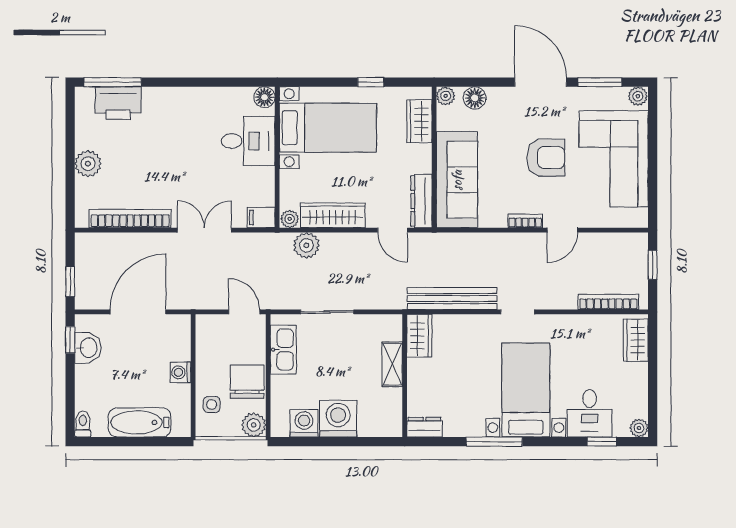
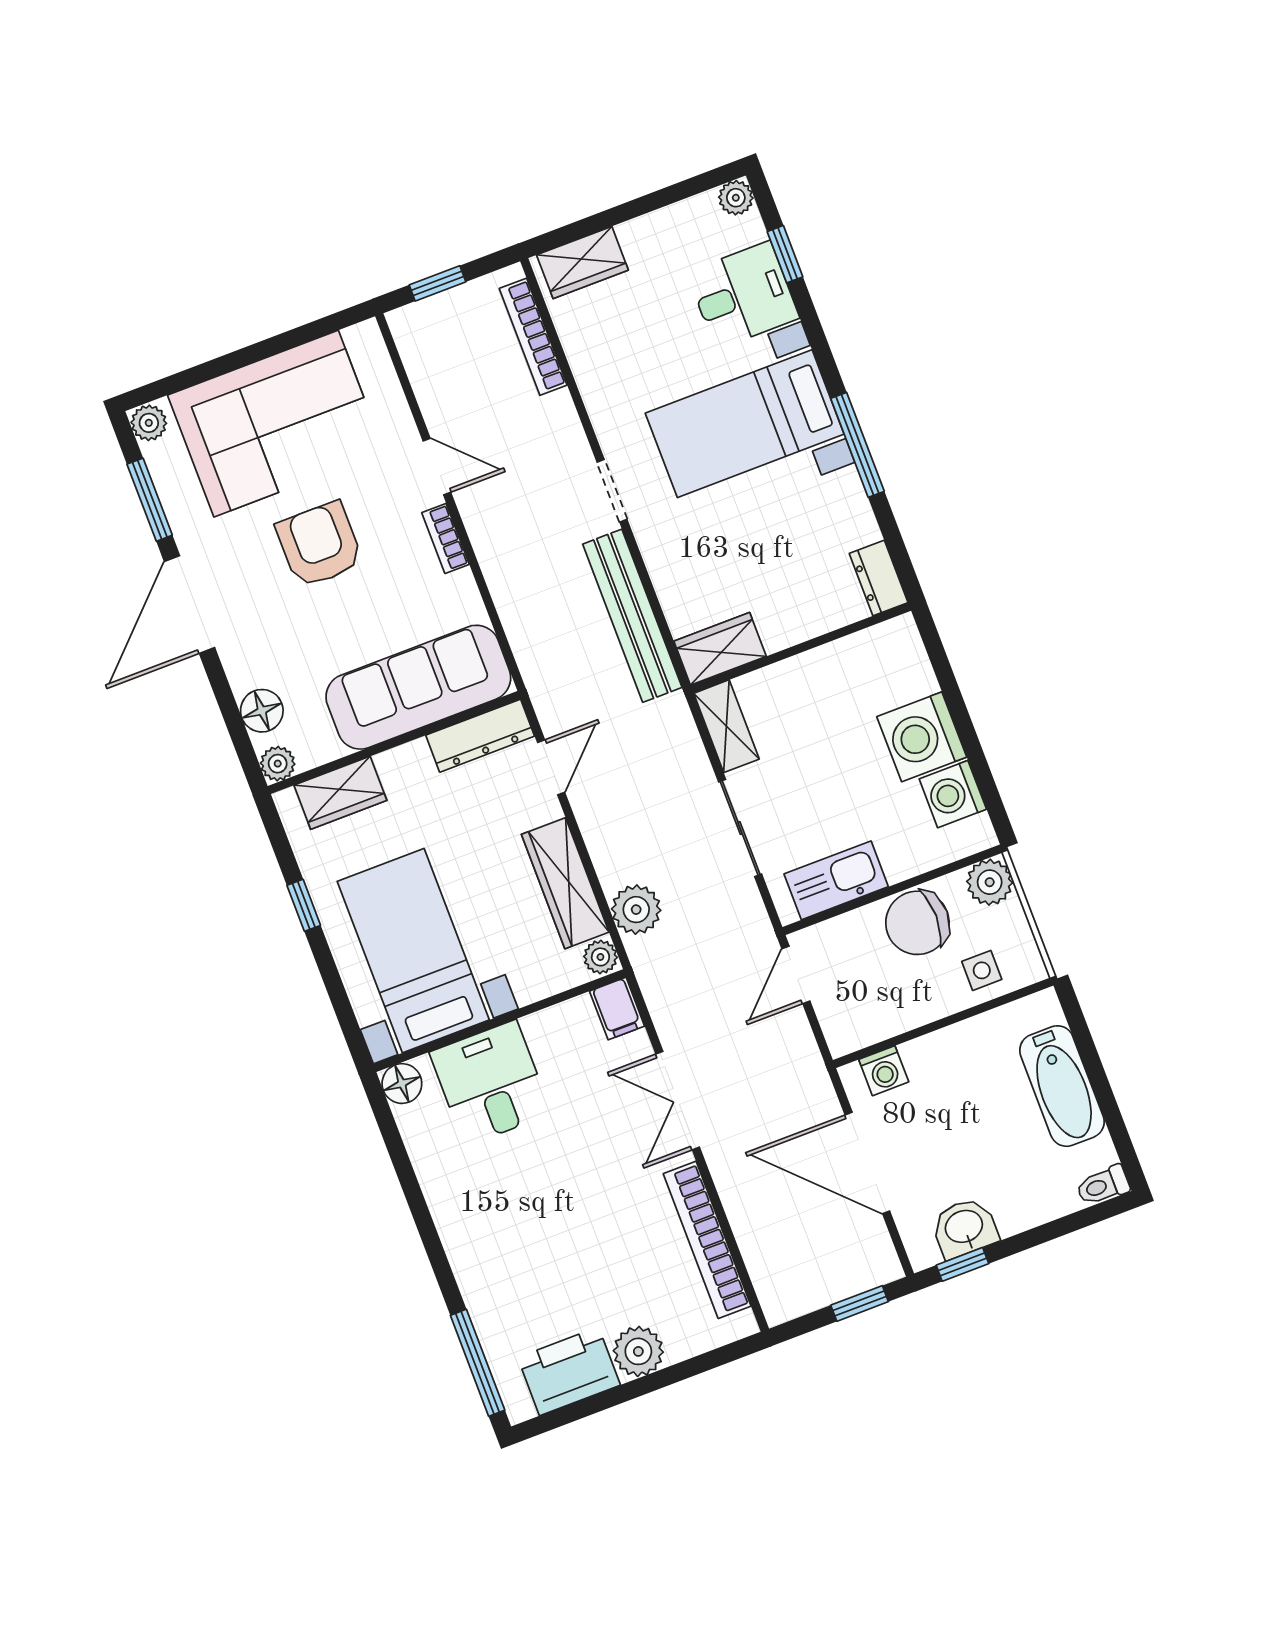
printer: (118, 103) -> (569, 1371), moved, turned -90
shelving: (392, 364) -> (726, 726), moved, turned 90
washing machine: (180, 372) -> (884, 1071), moved

